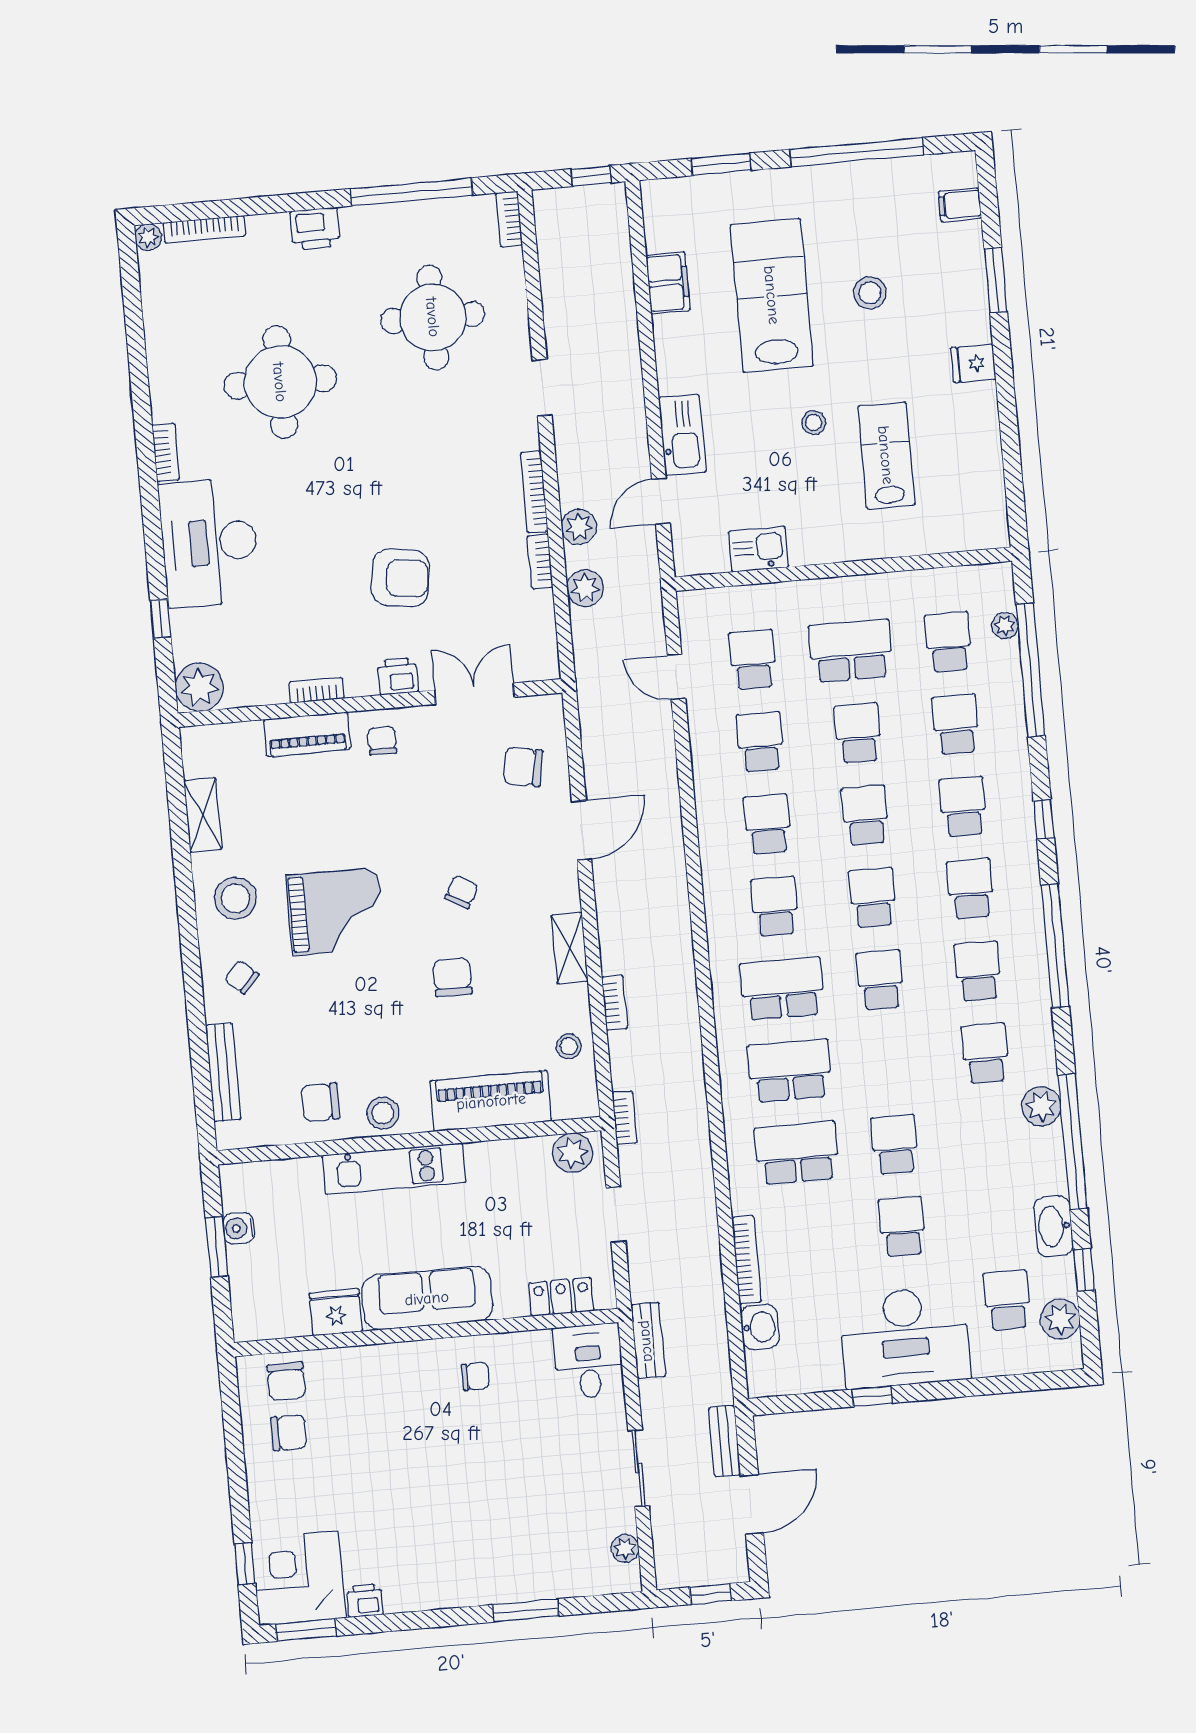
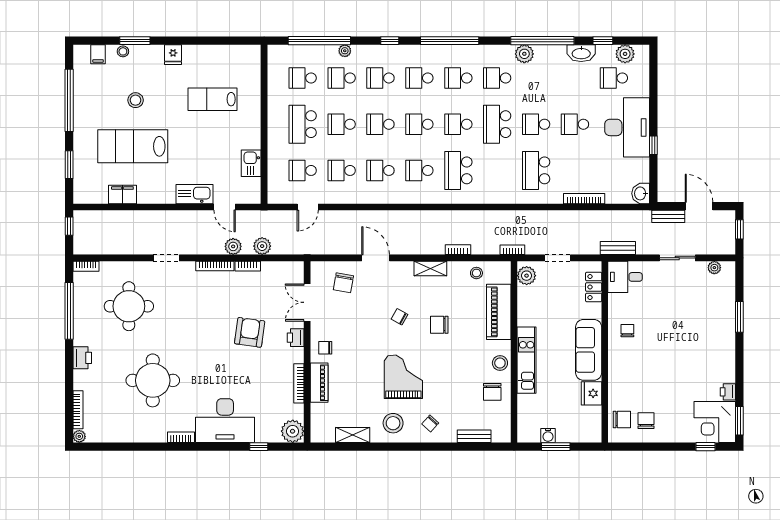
stool: (814, 423) -> (123, 51), moved
plant: (1005, 626) -> (345, 51), moved
bookcase: (317, 690) -> (299, 383), width x1.56
school desk: (790, 1071) -> (497, 124), moved
bench: (223, 1072) -> (474, 436), width x0.73
washbasin: (760, 1327) -> (641, 193), moved, turned -90

